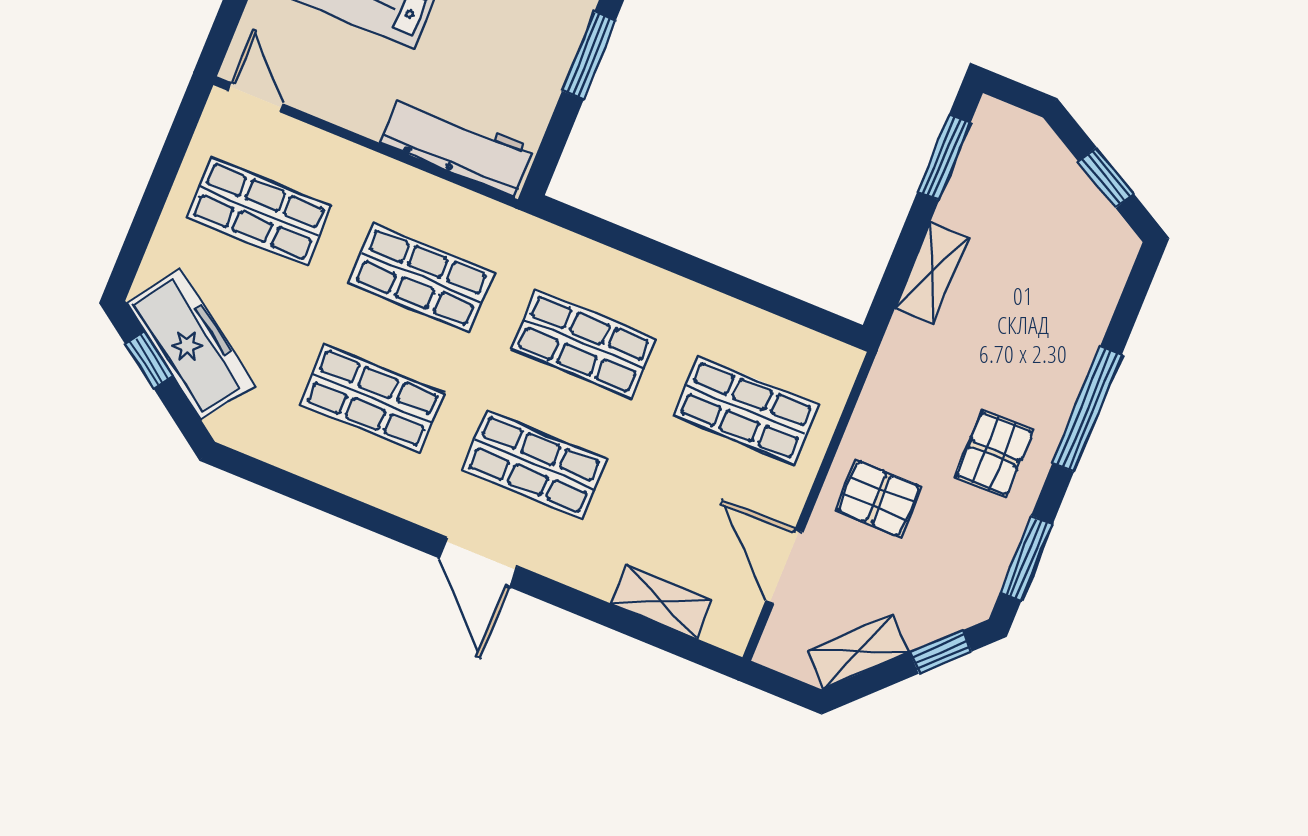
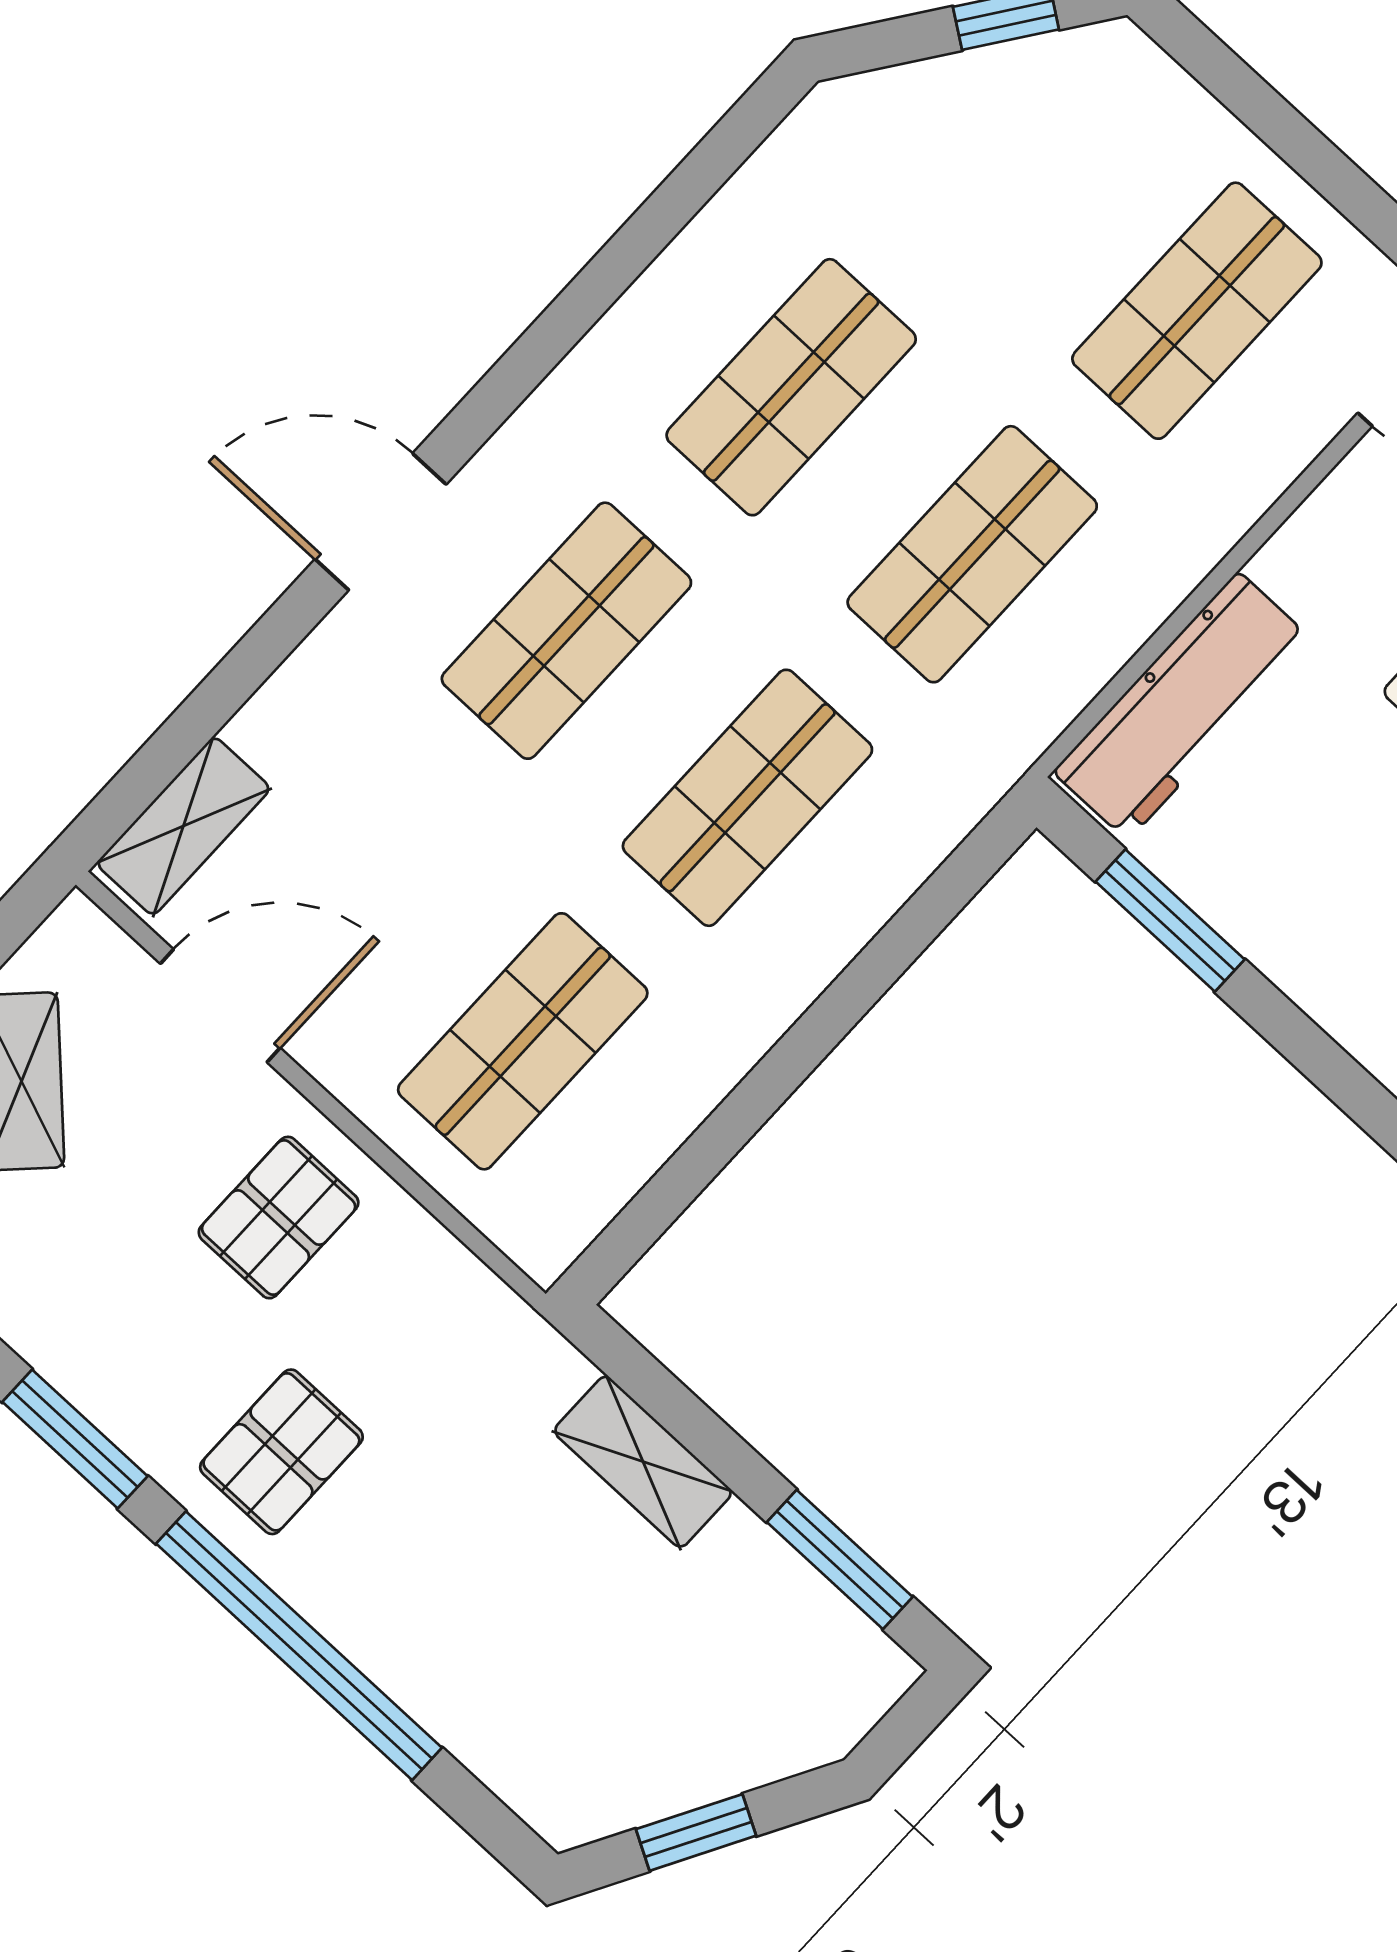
window: (589, 56) -> (1170, 920), moved
freezer: (191, 344) -> (1007, 103), removed
window: (1087, 409) -> (299, 1646), width x1.46
pallet: (994, 454) -> (281, 1452), turned 90
door: (478, 562) -> (381, 522), moved
shelving: (661, 602) -> (183, 826), moved

